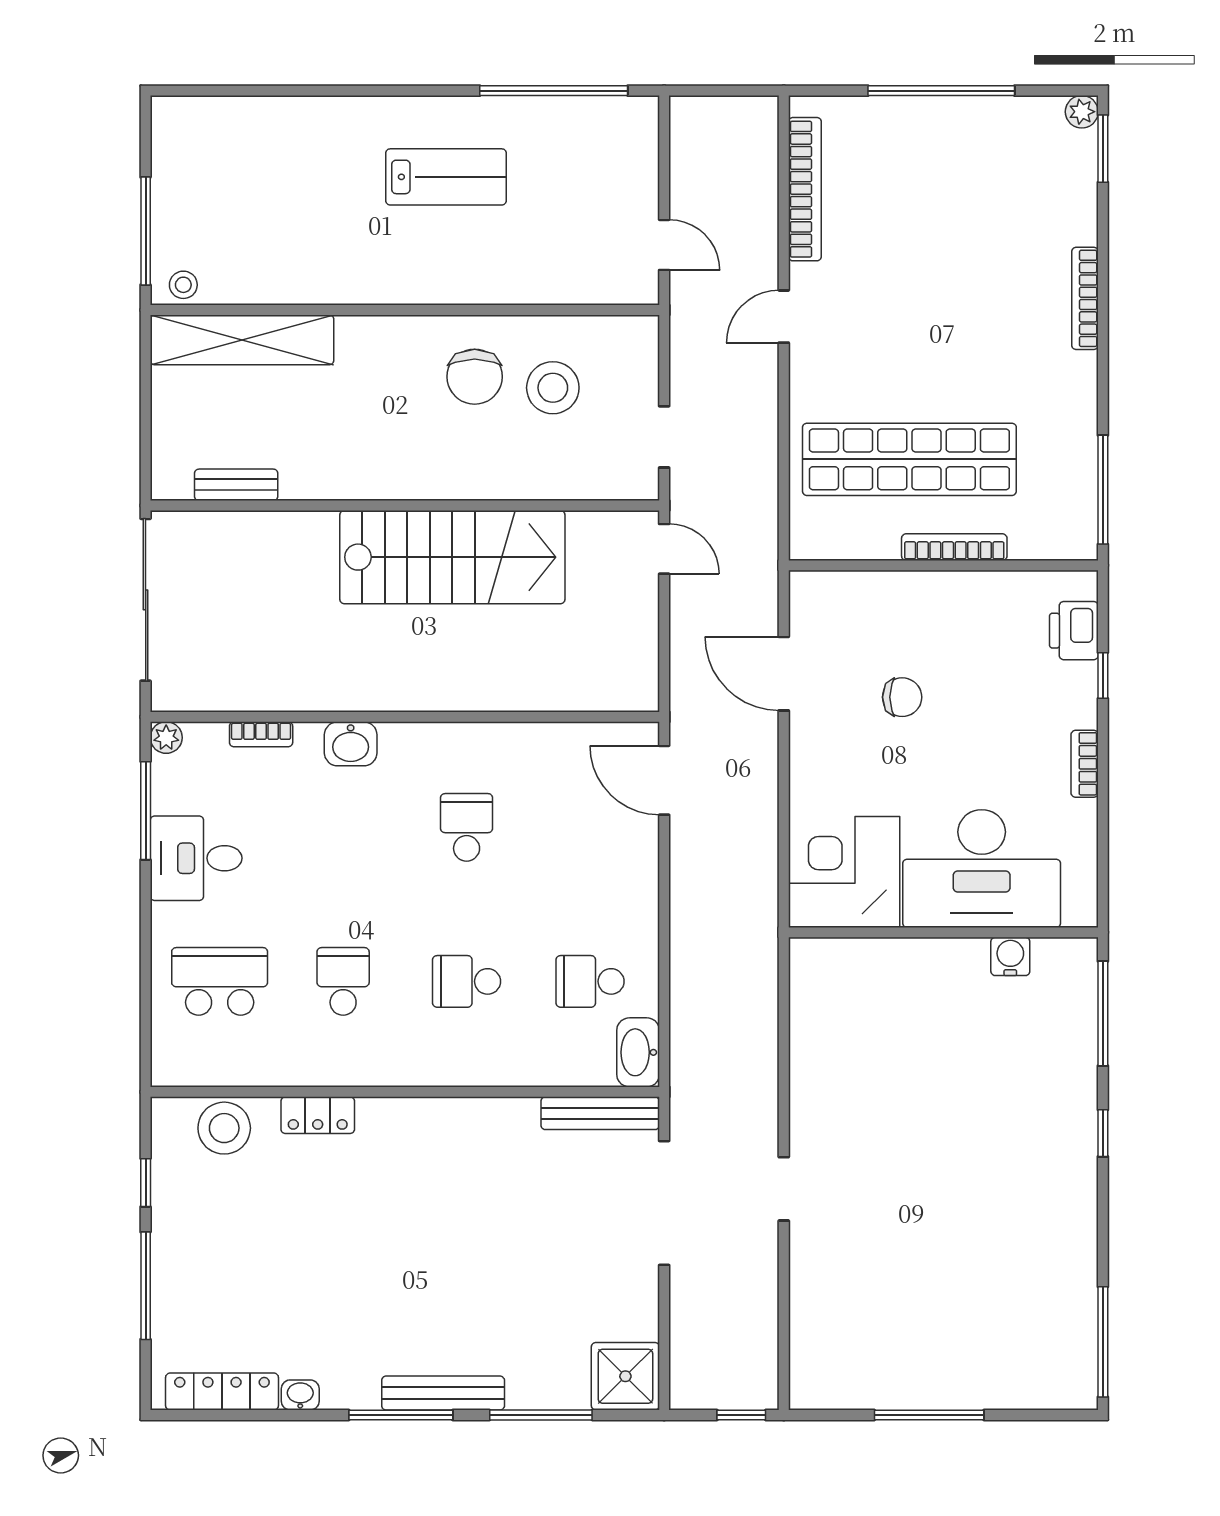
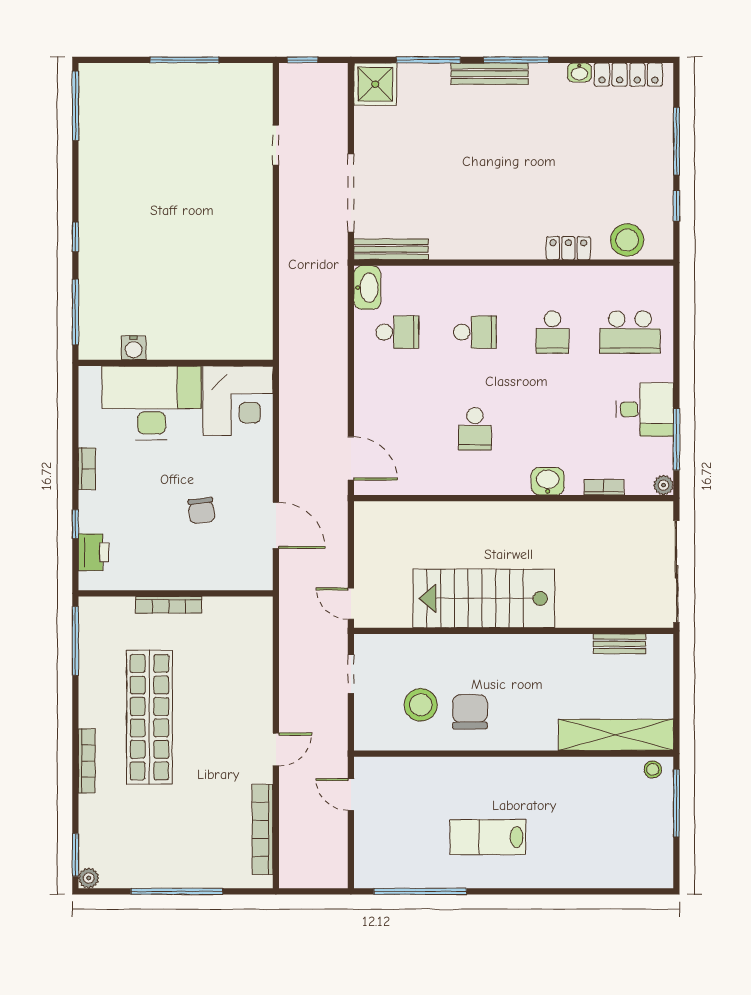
shop shelf: (909, 459) -> (149, 717), moved, turned 90
chair: (902, 697) -> (201, 511), turned -97
doorway: (784, 1189) -> (276, 145), moved

